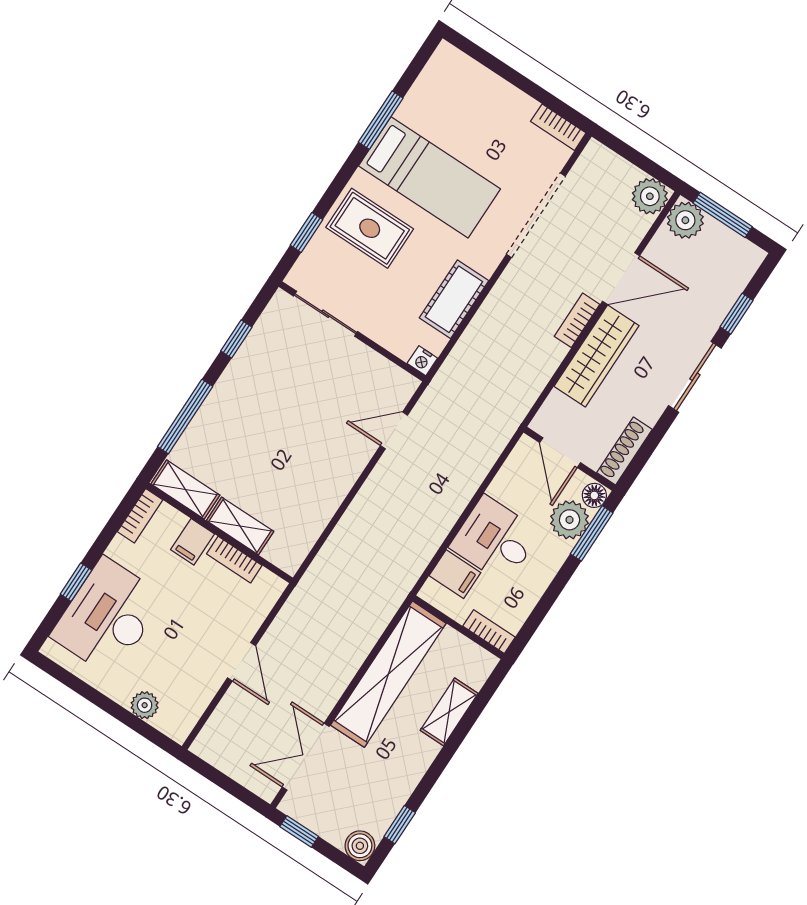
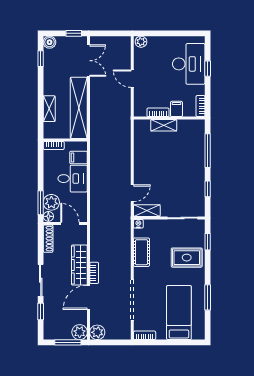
bed: (429, 177) -> (179, 313), moved, turned 90
shelving: (185, 490) -> (147, 211), moved
plant: (145, 705) -> (141, 42), moved

